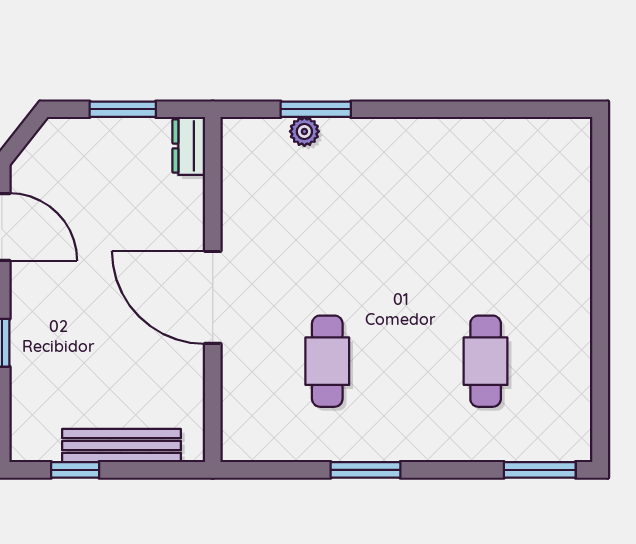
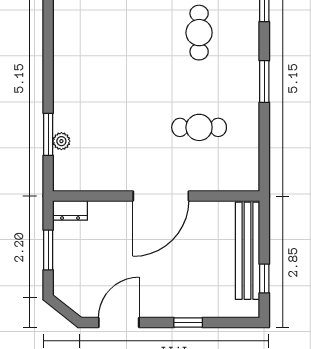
cafe table: (486, 361) -> (199, 33), turned 90
bench: (121, 446) -> (247, 251), width x1.37, depth x1.21
window: (366, 470) -> (264, 81), moved

